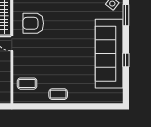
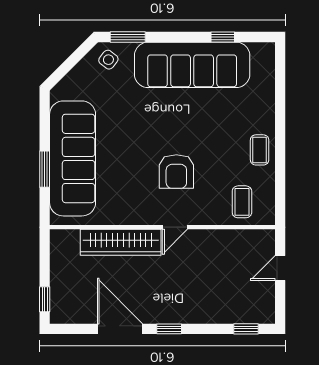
armchair: (33, 23) -> (176, 172), moved
window: (126, 60) -> (223, 37), moved

